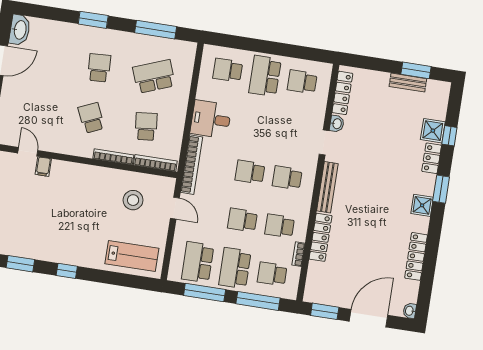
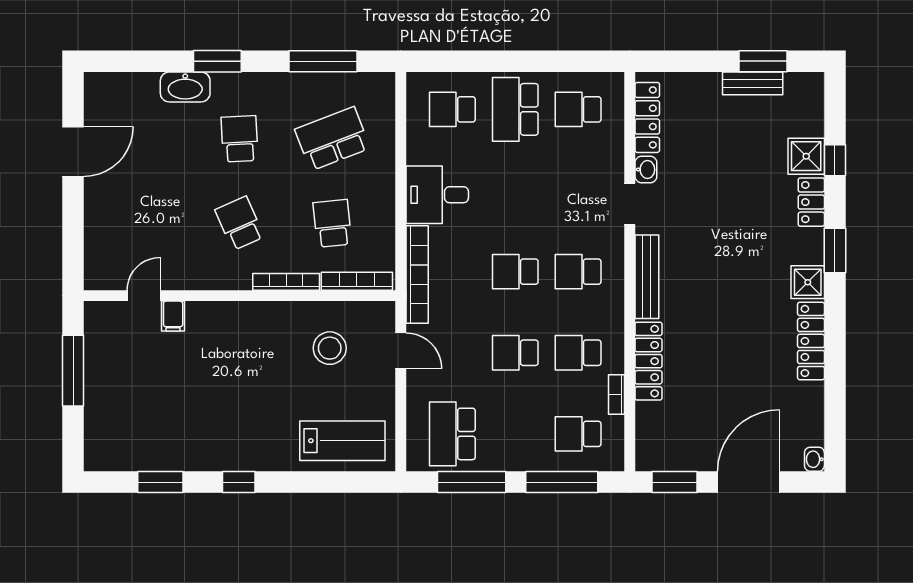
washbasin: (20, 30) -> (185, 87), moved, turned 90
door: (28, 152) -> (144, 296), hinge flipped
locker: (416, 256) -> (811, 341), moved
school desk: (235, 268) -> (515, 434), removed

